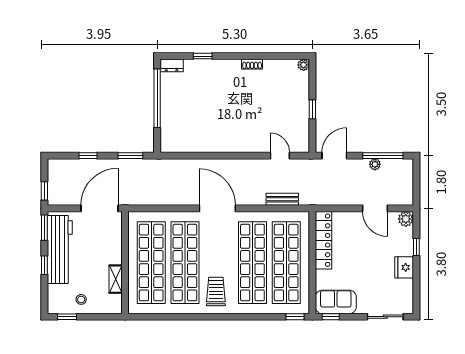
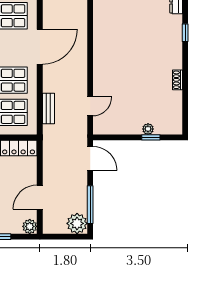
plant: (304, 65) -> (148, 129), moved
window: (312, 109) -> (151, 137), moved
plant: (375, 164) -> (77, 223), moved, width x1.88, depth x1.88

